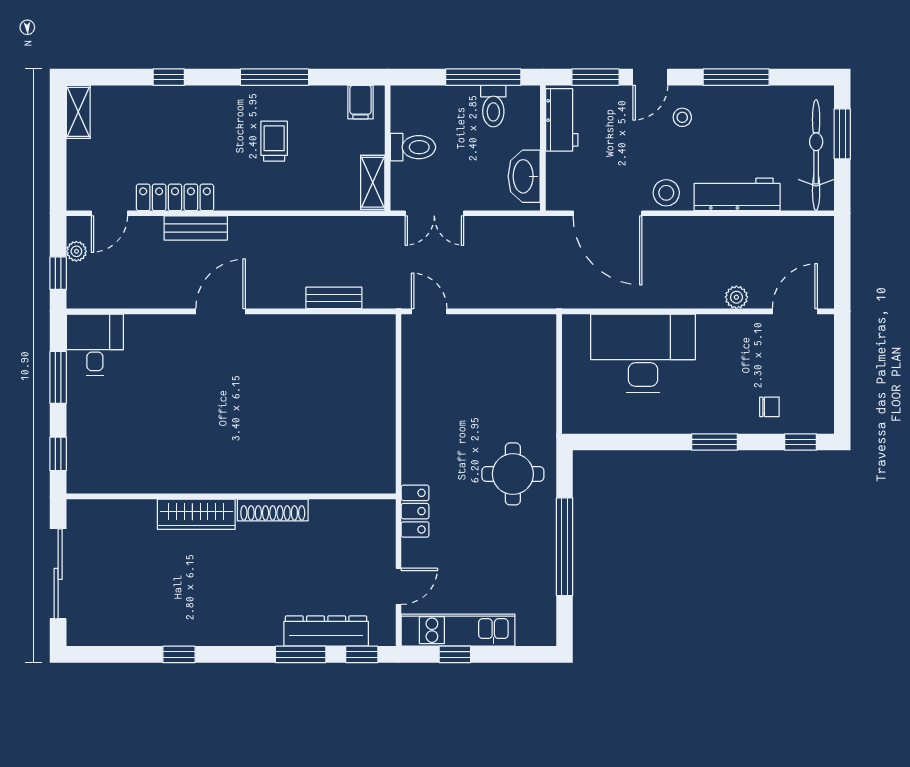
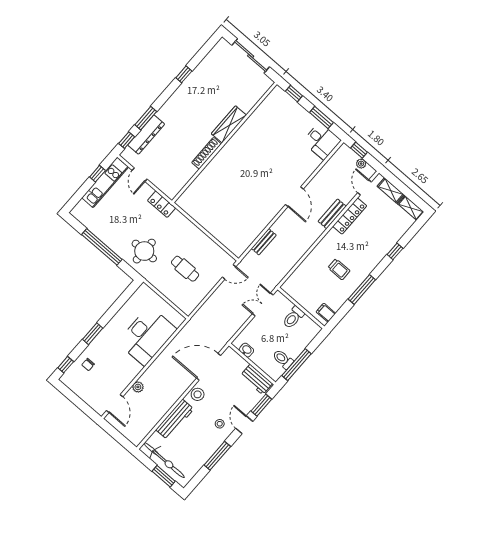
washbasin: (524, 176) -> (246, 350), width x0.52, depth x0.69
shelving: (373, 182) -> (391, 191), moved
cafe table: (485, 385) -> (185, 269), added

